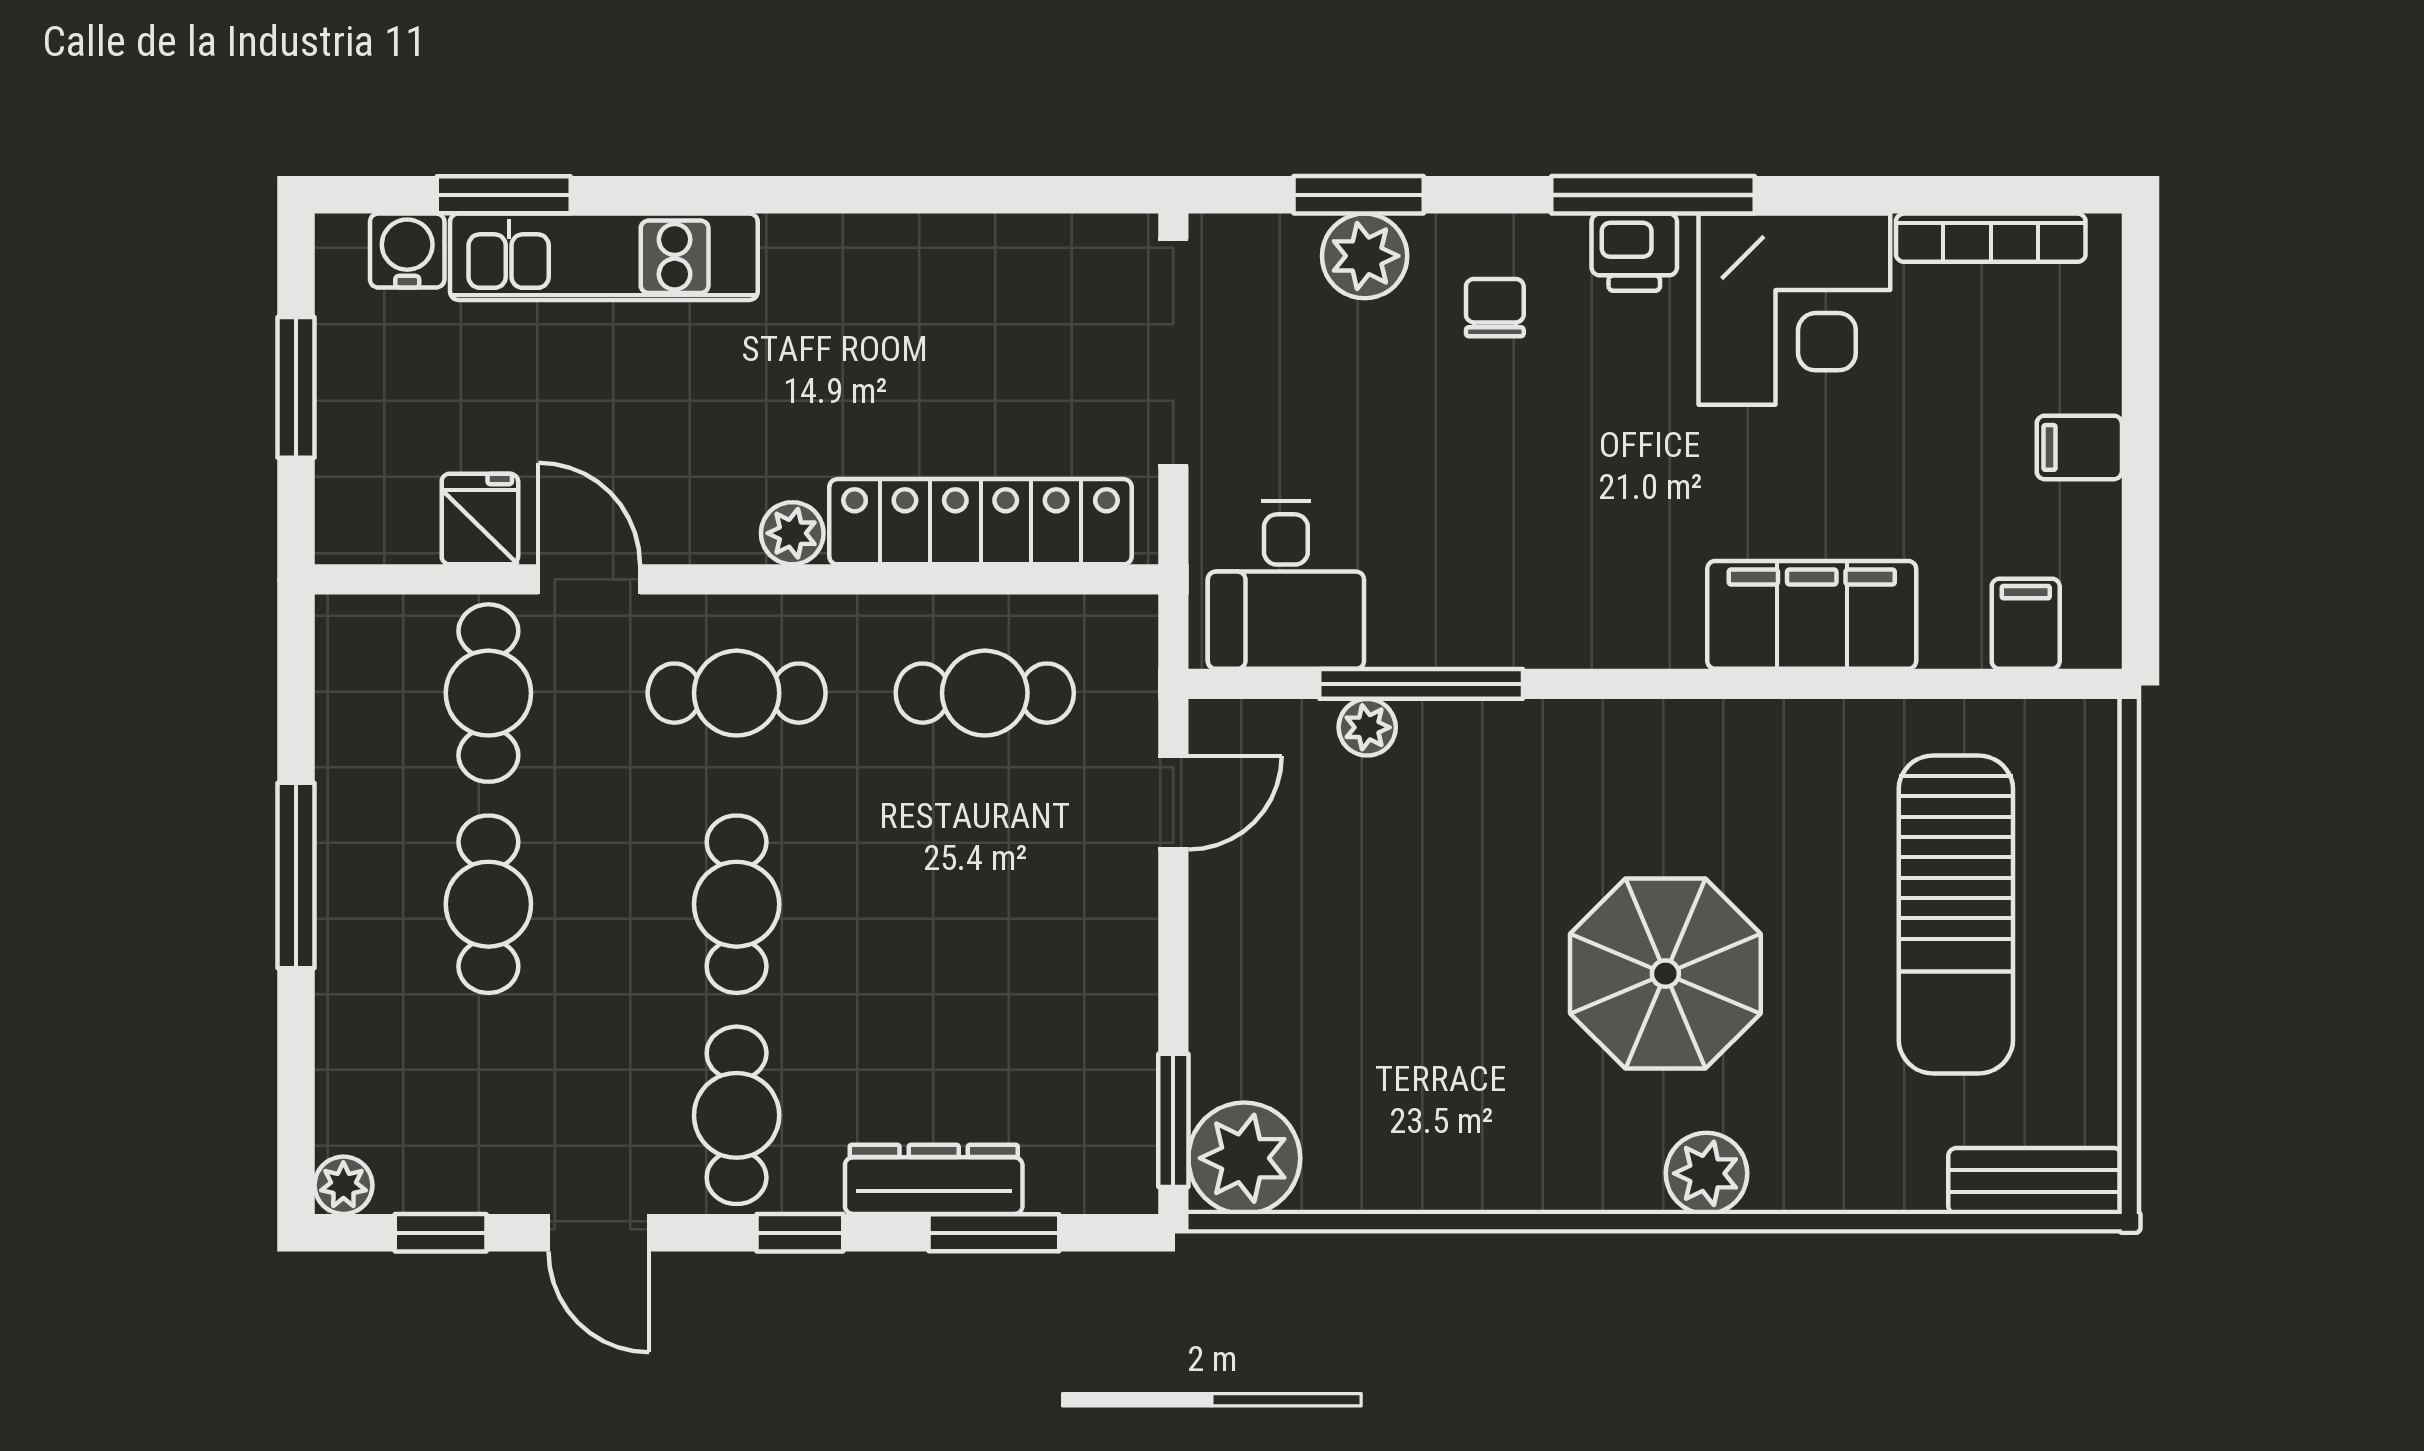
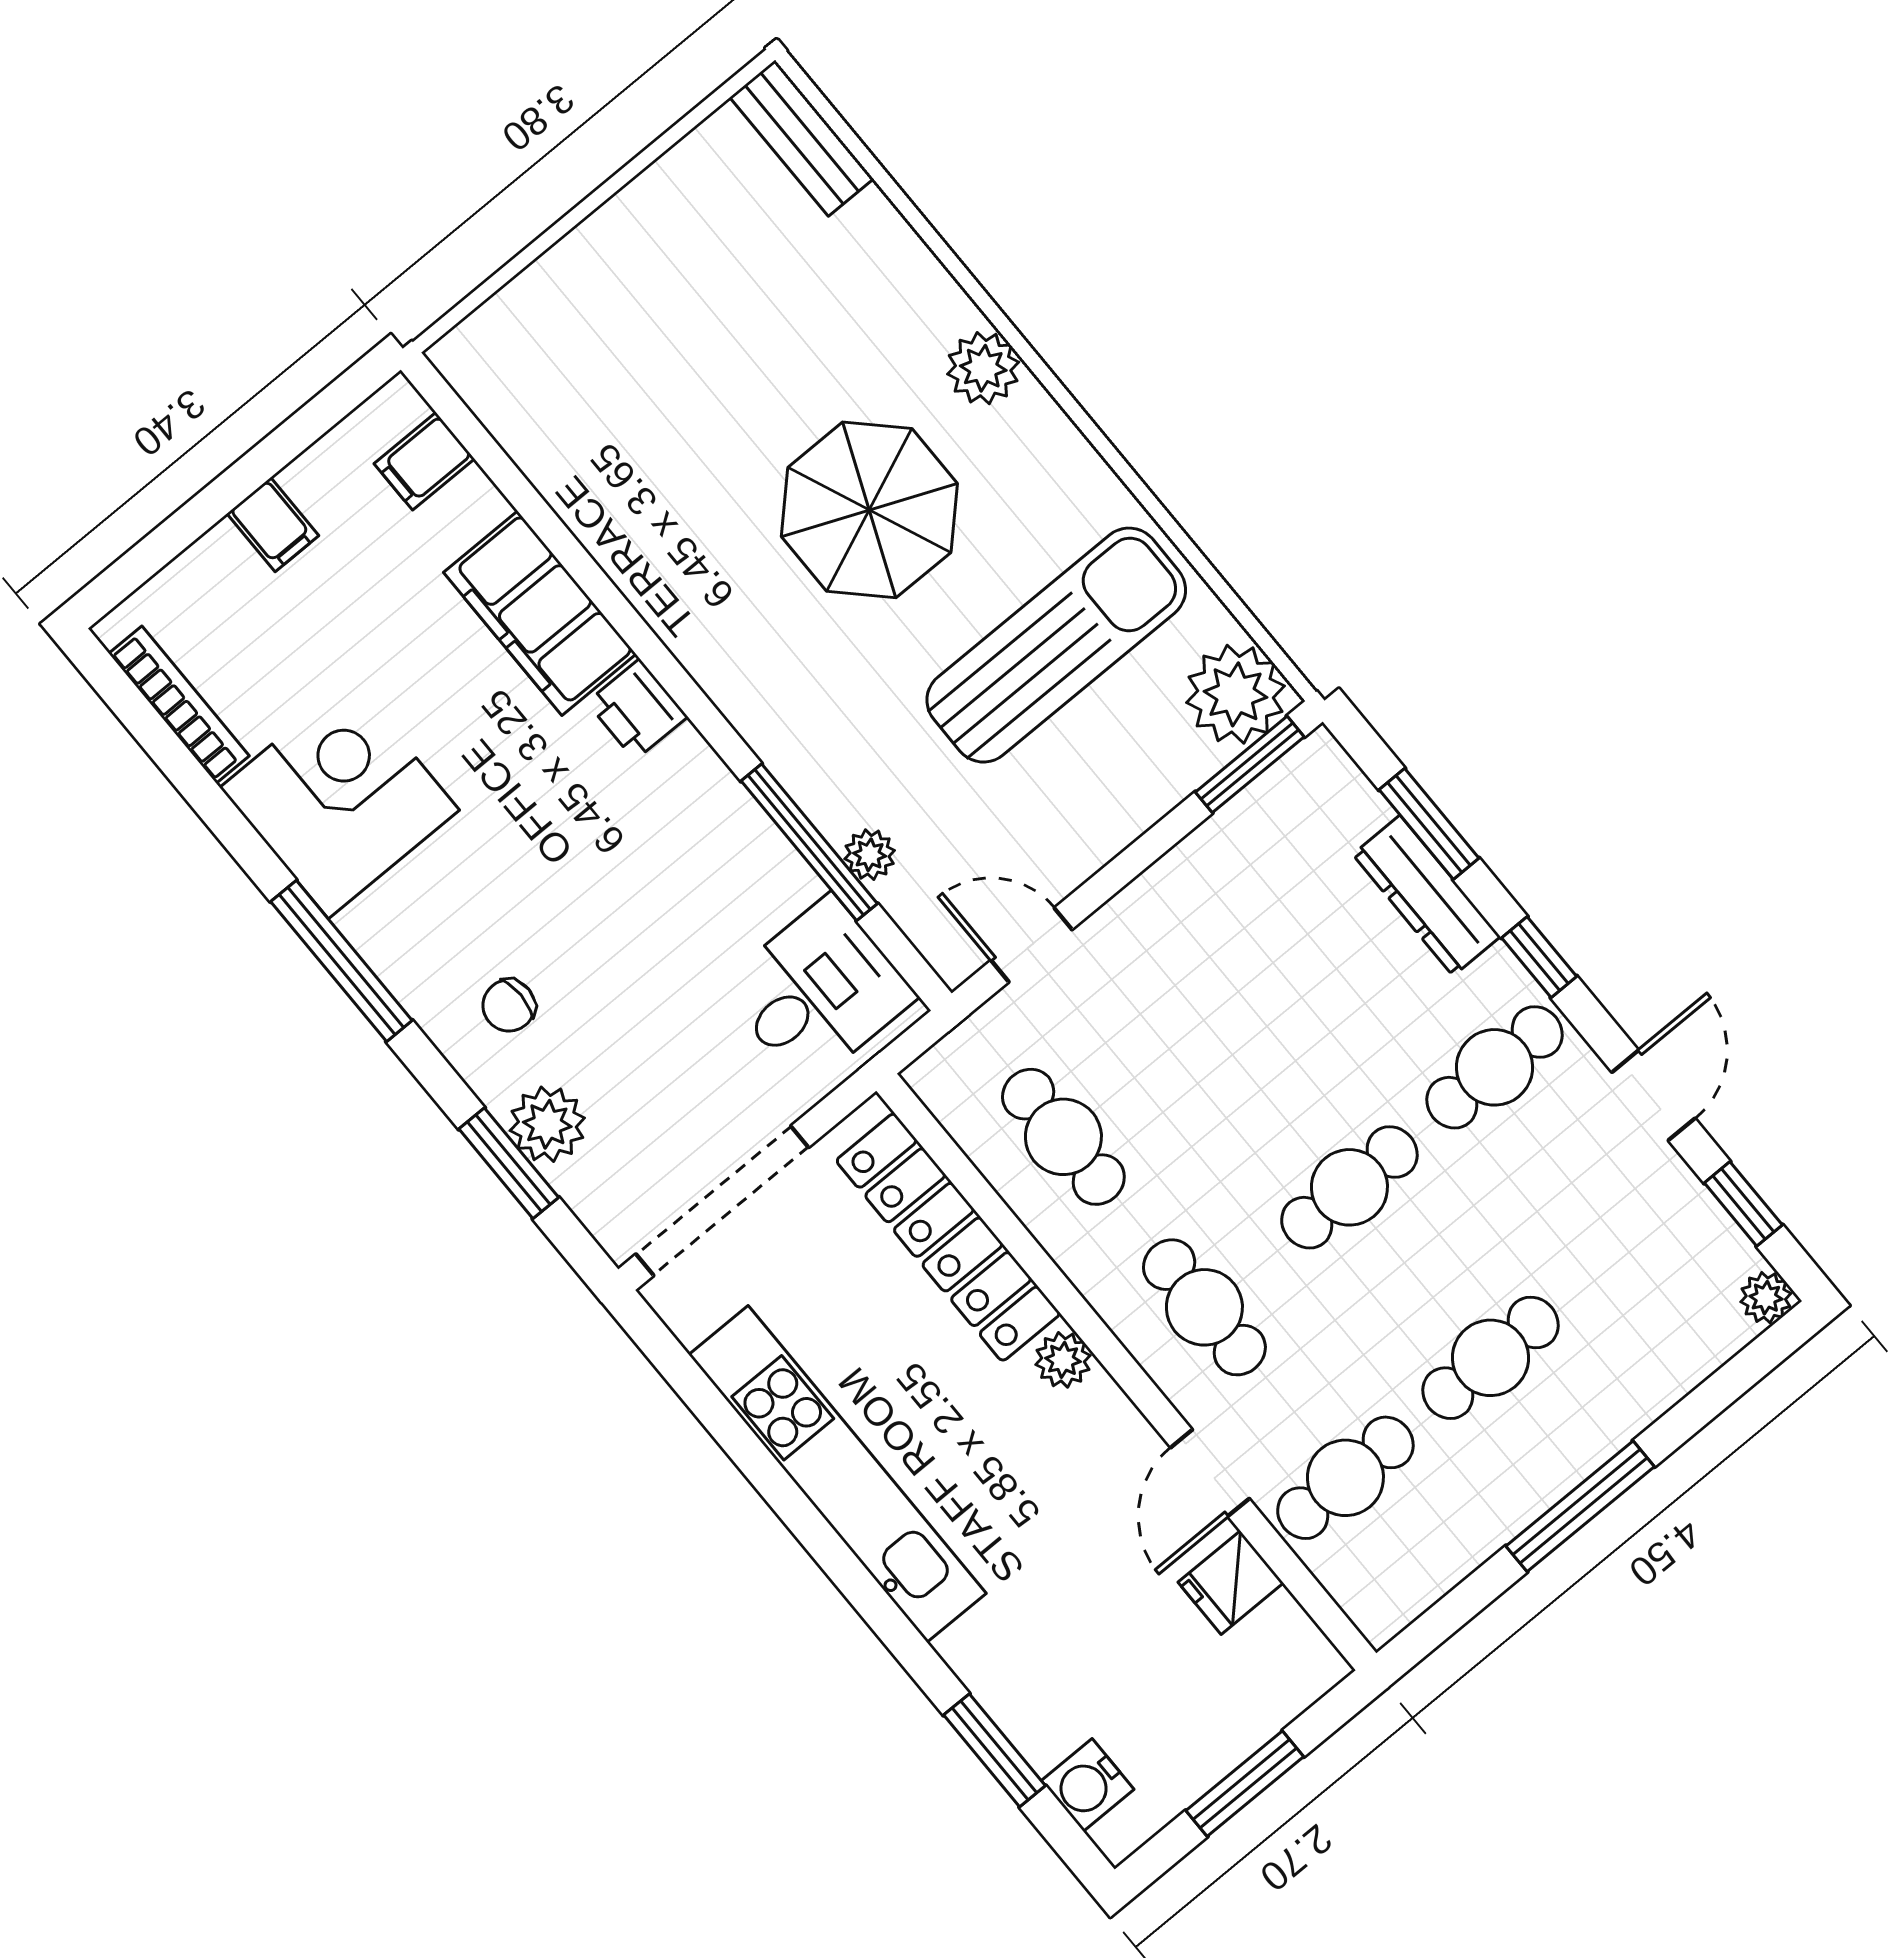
printer: (1634, 252) -> (637, 710), moved, turned 180
kitchen unit: (604, 257) -> (838, 1474), moved, width x1.36
sun lounger: (1956, 914) -> (1056, 645), moved

